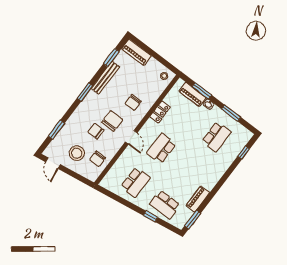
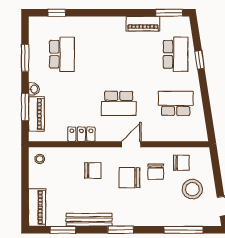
window: (56, 130) -> (183, 230), width x1.44
chair: (96, 131) -> (156, 172), moved
school desk: (216, 137) -> (62, 54), turned 90

